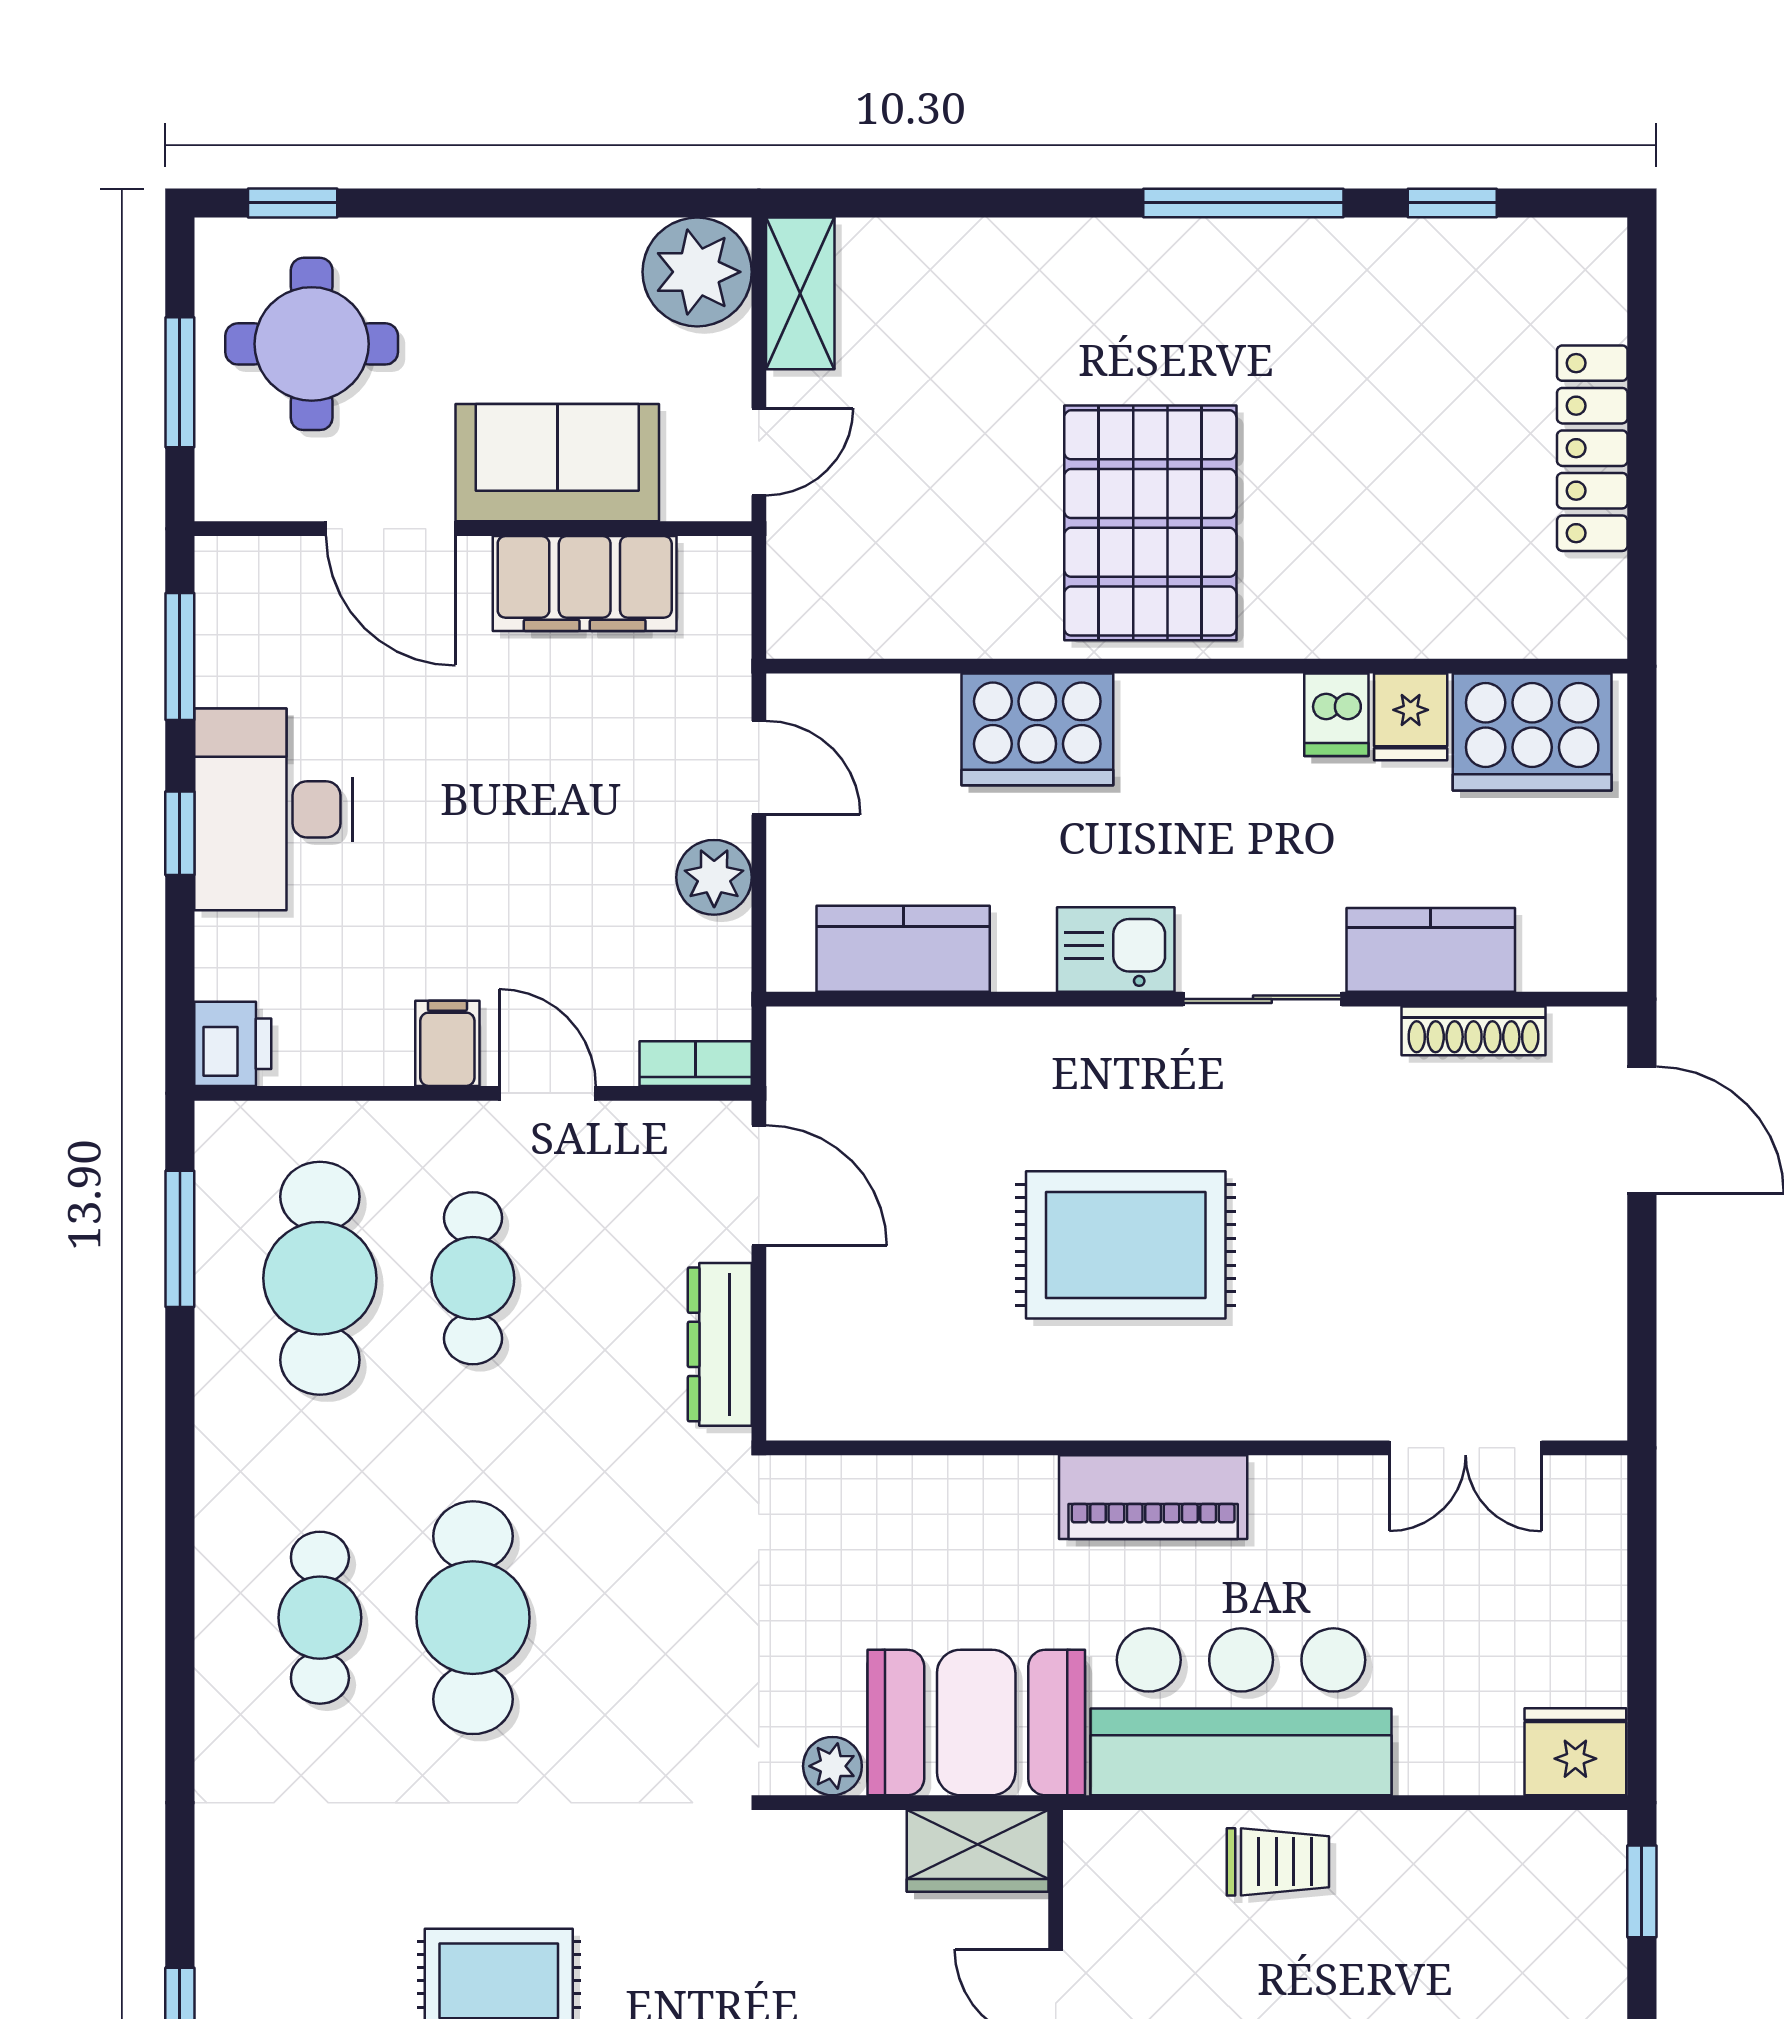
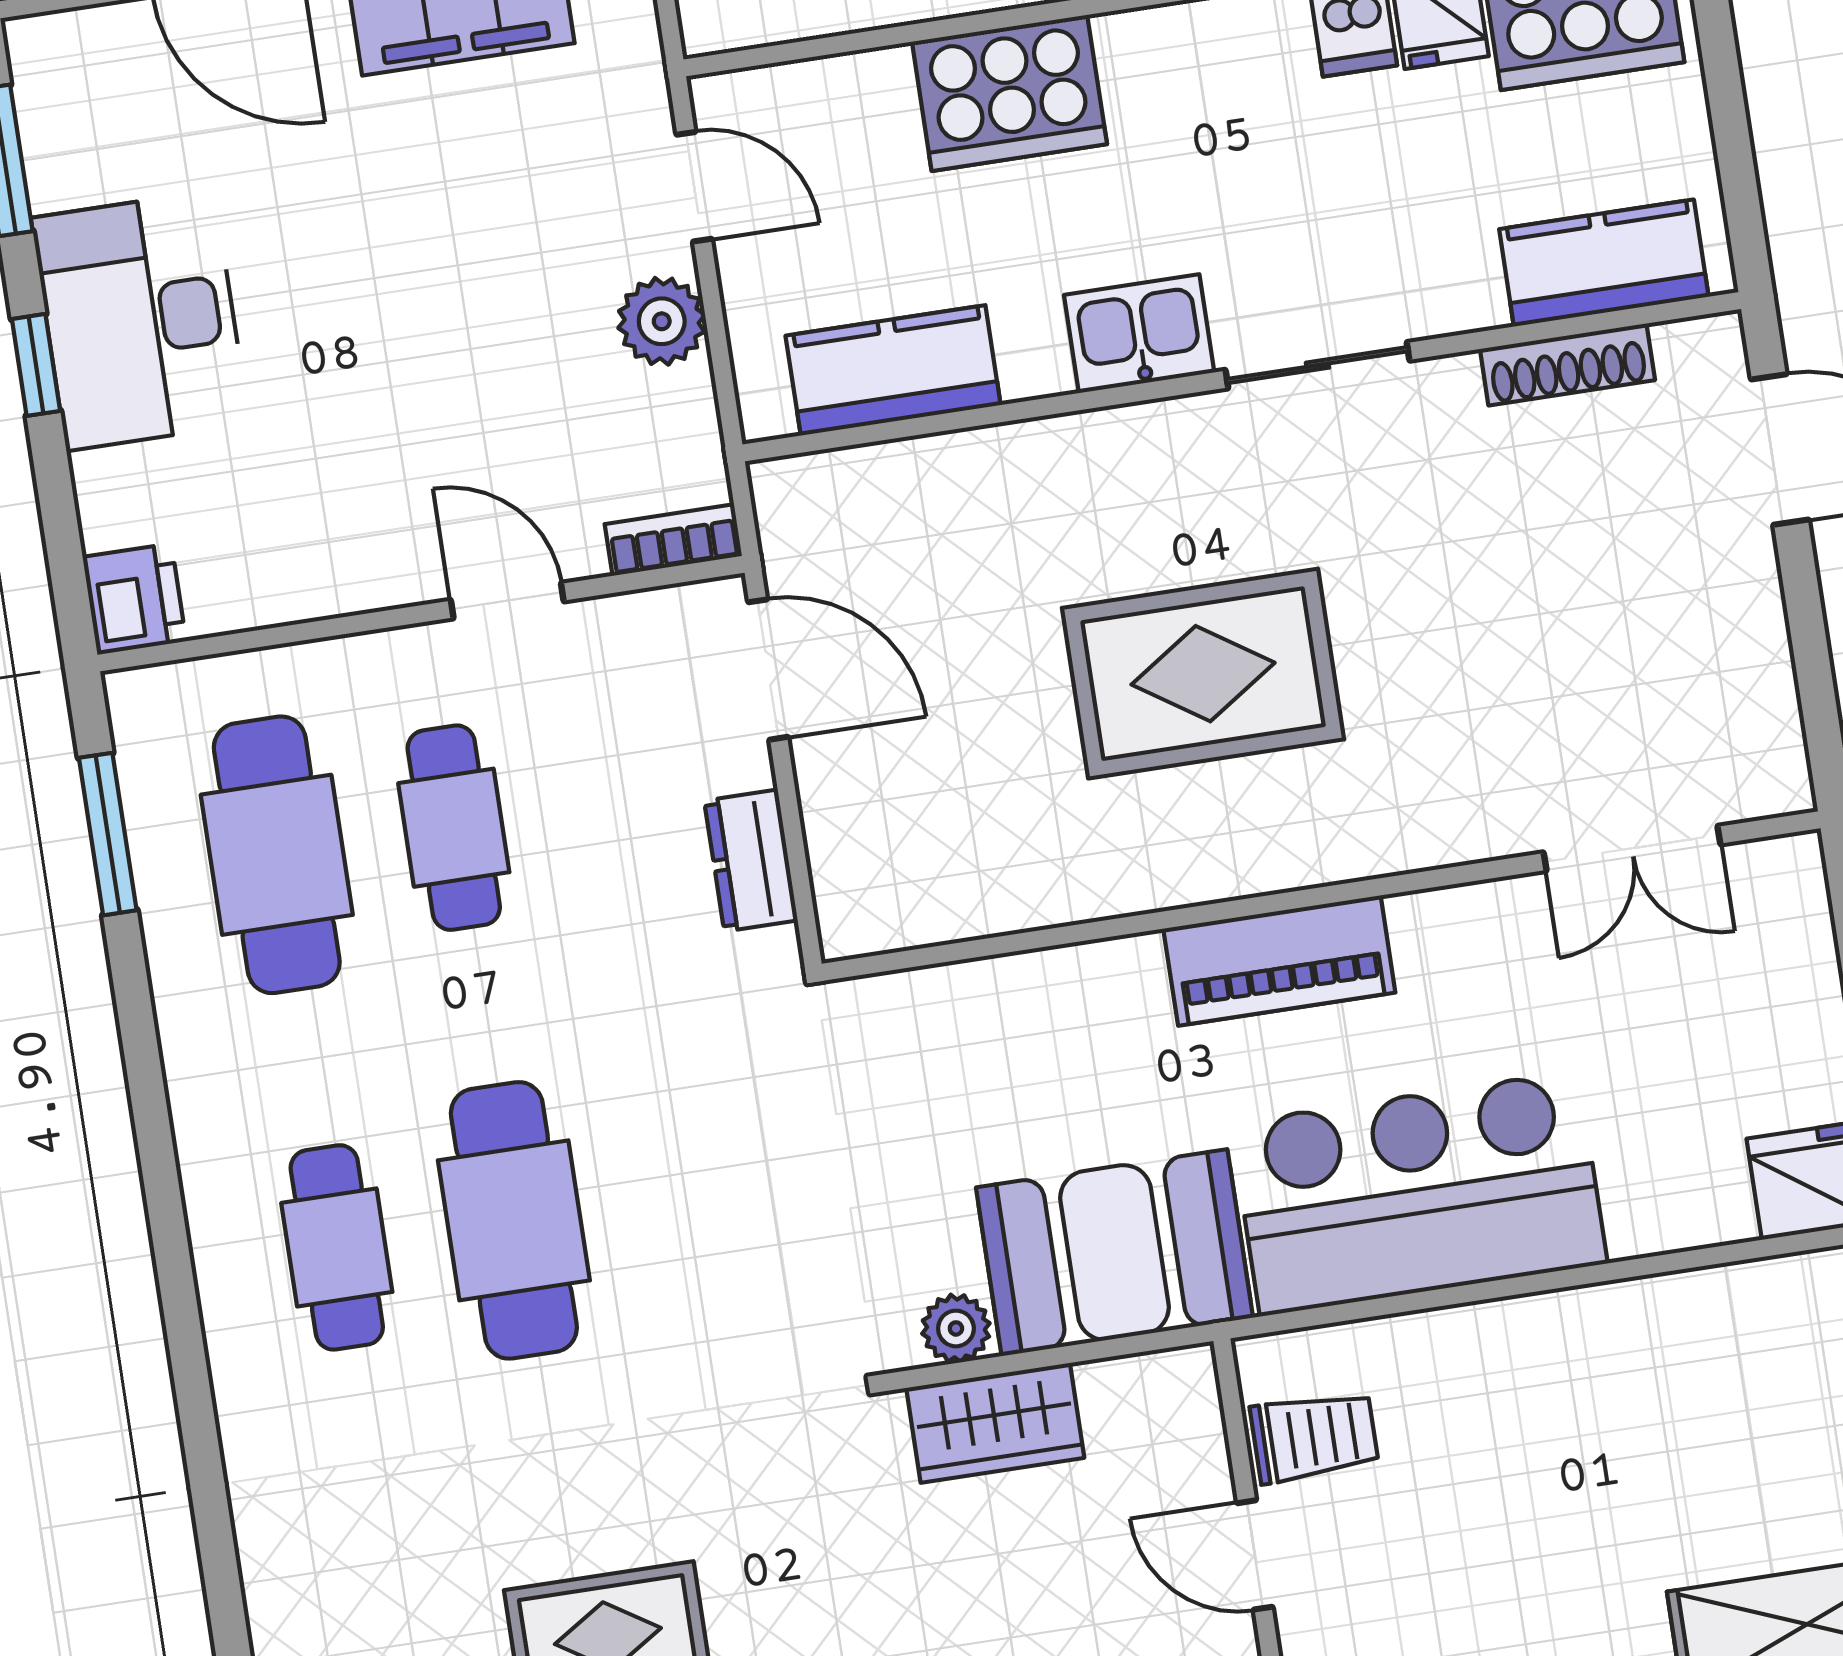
kitchen counter: (1431, 950) -> (1604, 263), moved
filing cabinet: (447, 1043) -> (383, 560), removed
dresser: (720, 1344) -> (751, 861), width x0.70
wardrobe: (978, 1851) -> (995, 1423), moved
trolley: (1278, 1862) -> (1314, 1437), moved

